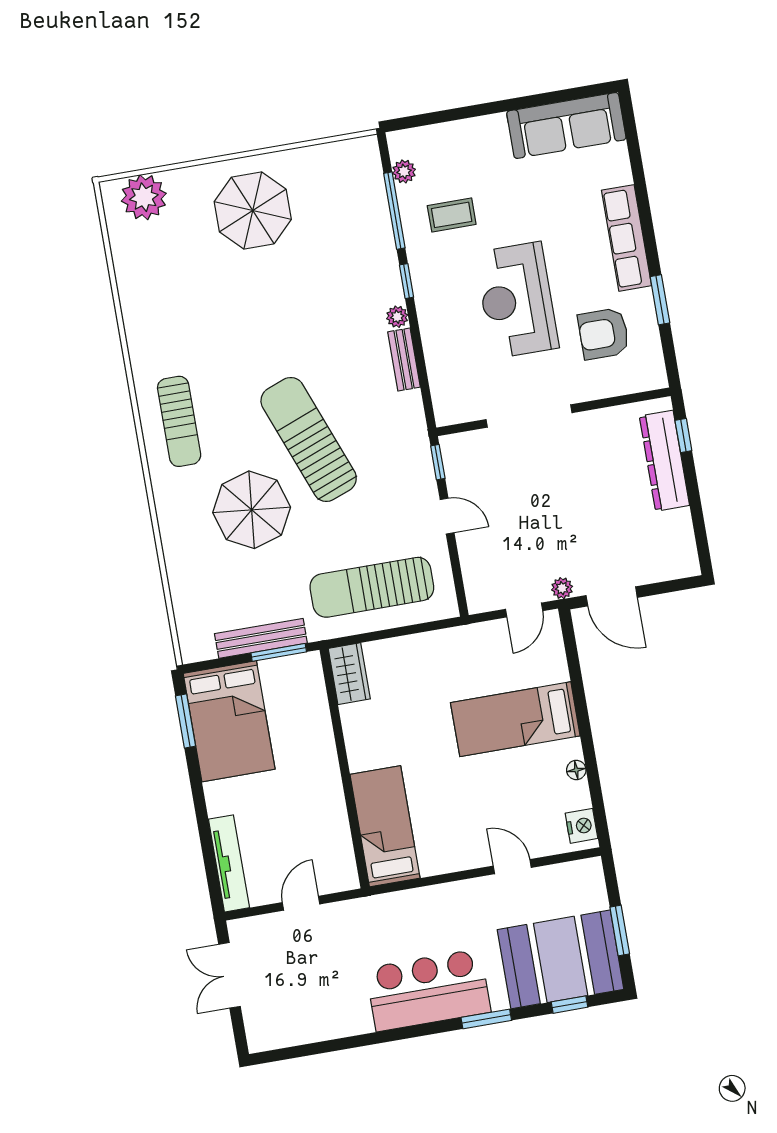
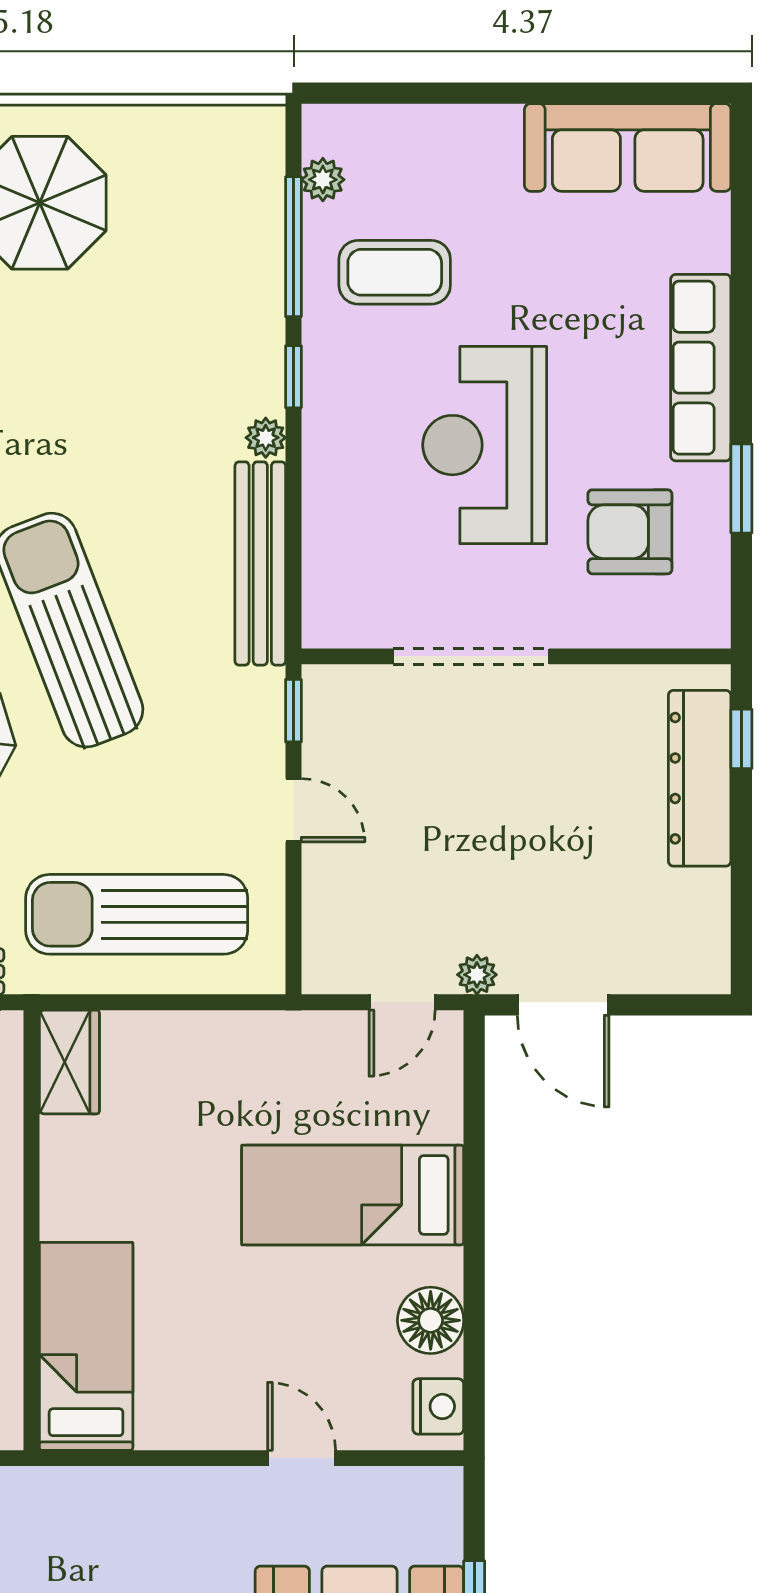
coffee table: (452, 215) -> (395, 272), width x1.36, depth x1.30
bench: (404, 359) -> (260, 563), width x1.86, depth x1.21
floor lamp: (576, 770) -> (431, 1320), width x1.89, depth x1.89

